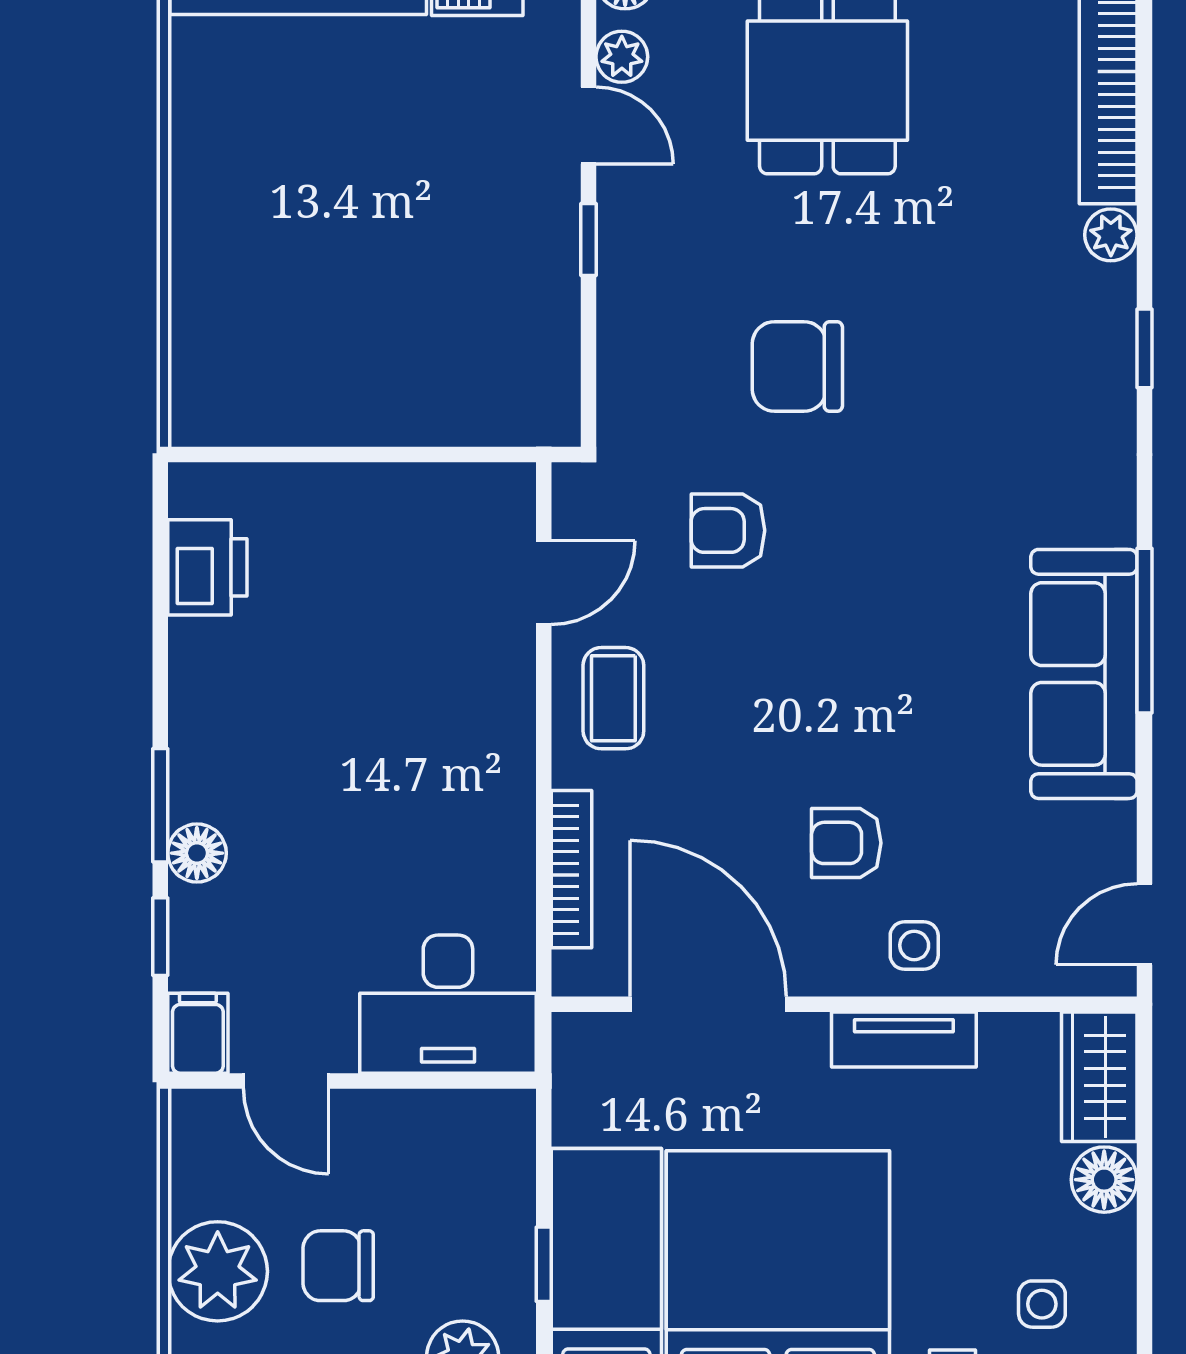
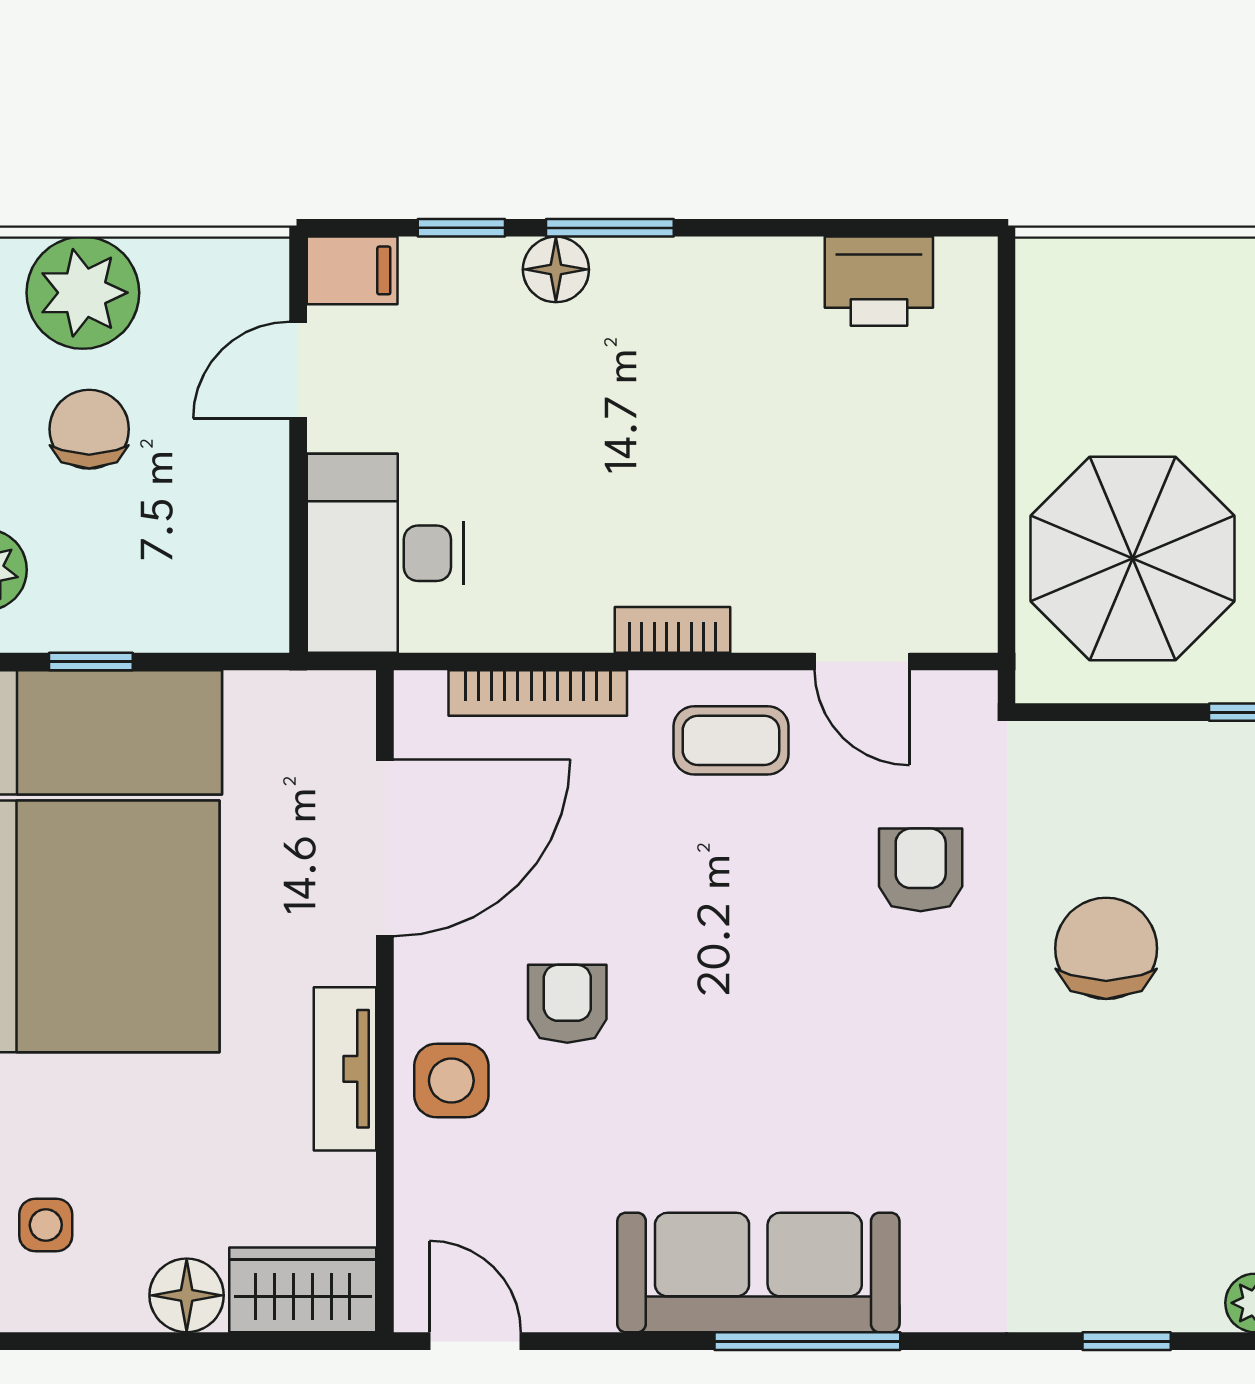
parasol: (453, 343) -> (1133, 558), added
bookcase: (516, 750) -> (673, 630), added
side table: (914, 945) -> (451, 1081), width x1.37, depth x1.37

